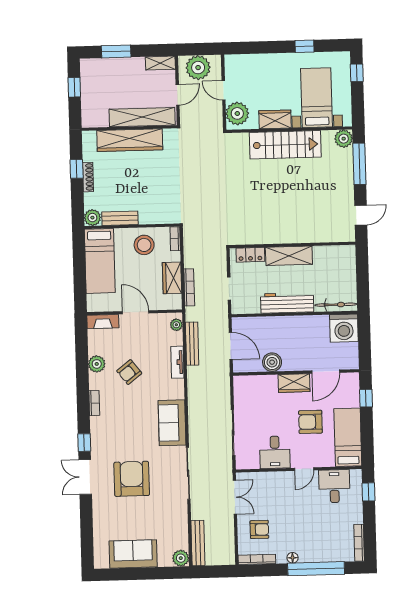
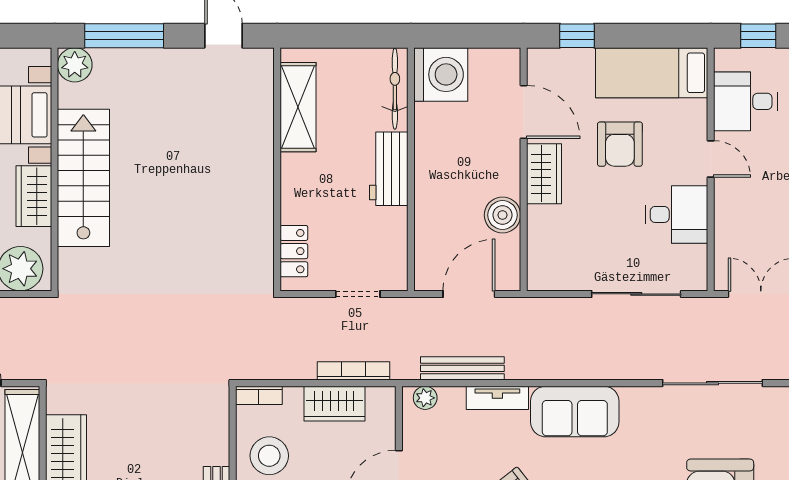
shelving: (289, 256) -> (298, 107), moved
workbench: (287, 303) -> (389, 169), width x0.73
sofa: (172, 423) -> (575, 411), moved

